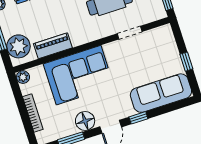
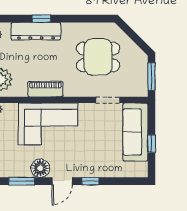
piano: (53, 46) -> (45, 89), moved
sofa: (161, 93) -> (135, 132), moved, turned -90

